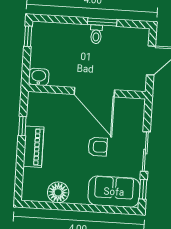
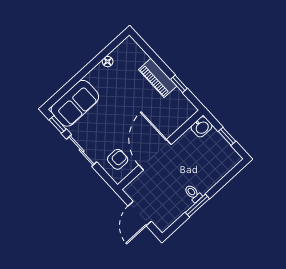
window: (28, 36) -> (227, 136), moved
door: (94, 92) -> (155, 155), hinge flipped
armchair: (98, 147) -> (118, 159), moved, turned 180
floor lamp: (58, 192) -> (108, 62), width x0.53, depth x0.53

